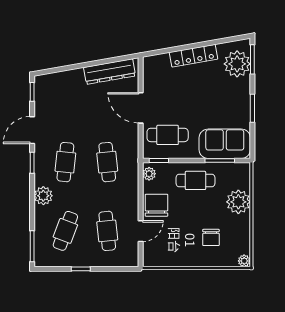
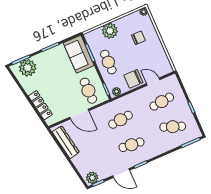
locker: (193, 56) -> (40, 105), moved
door: (141, 108) -> (79, 114), hinge flipped
plant: (43, 196) -> (92, 178), moved

